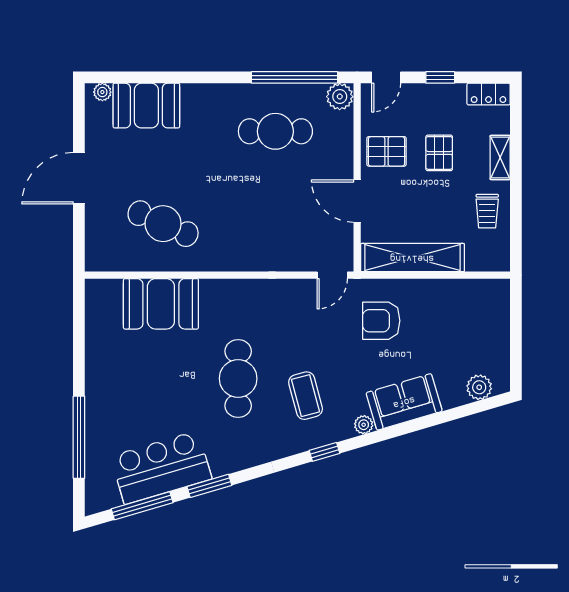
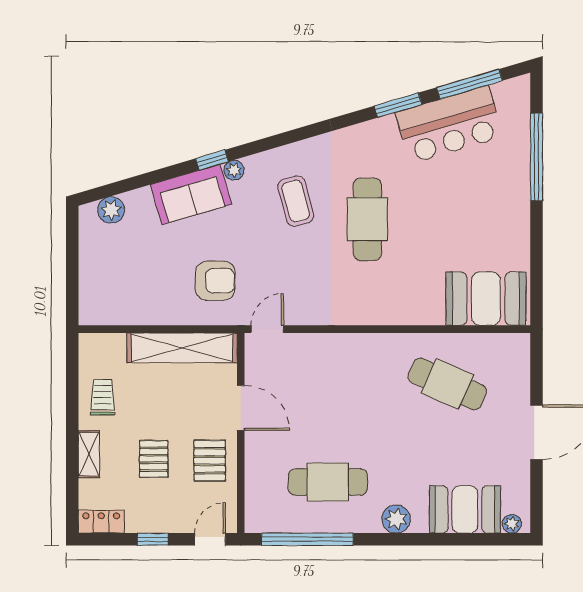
plant: (340, 97) -> (396, 519), moved
pallet: (386, 151) -> (210, 461), turned 90
booth: (161, 304) -> (486, 299), moved
window: (325, 452) -> (212, 160), moved

